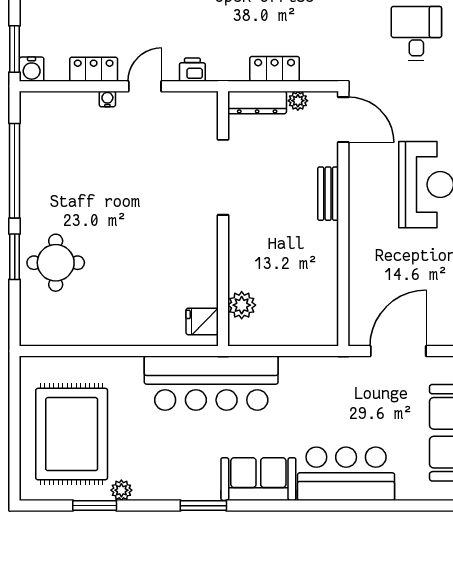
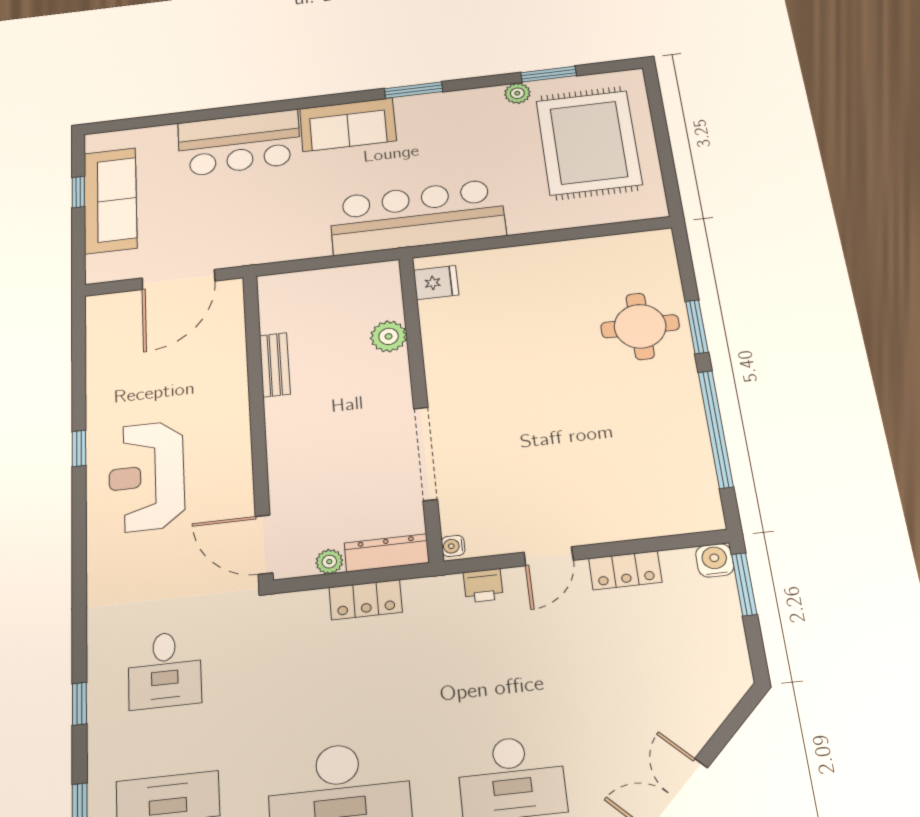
water cooler: (107, 99) -> (453, 546), moved, turned 90
bench: (328, 194) -> (275, 365), moved
plant: (242, 305) -> (389, 336), moved

